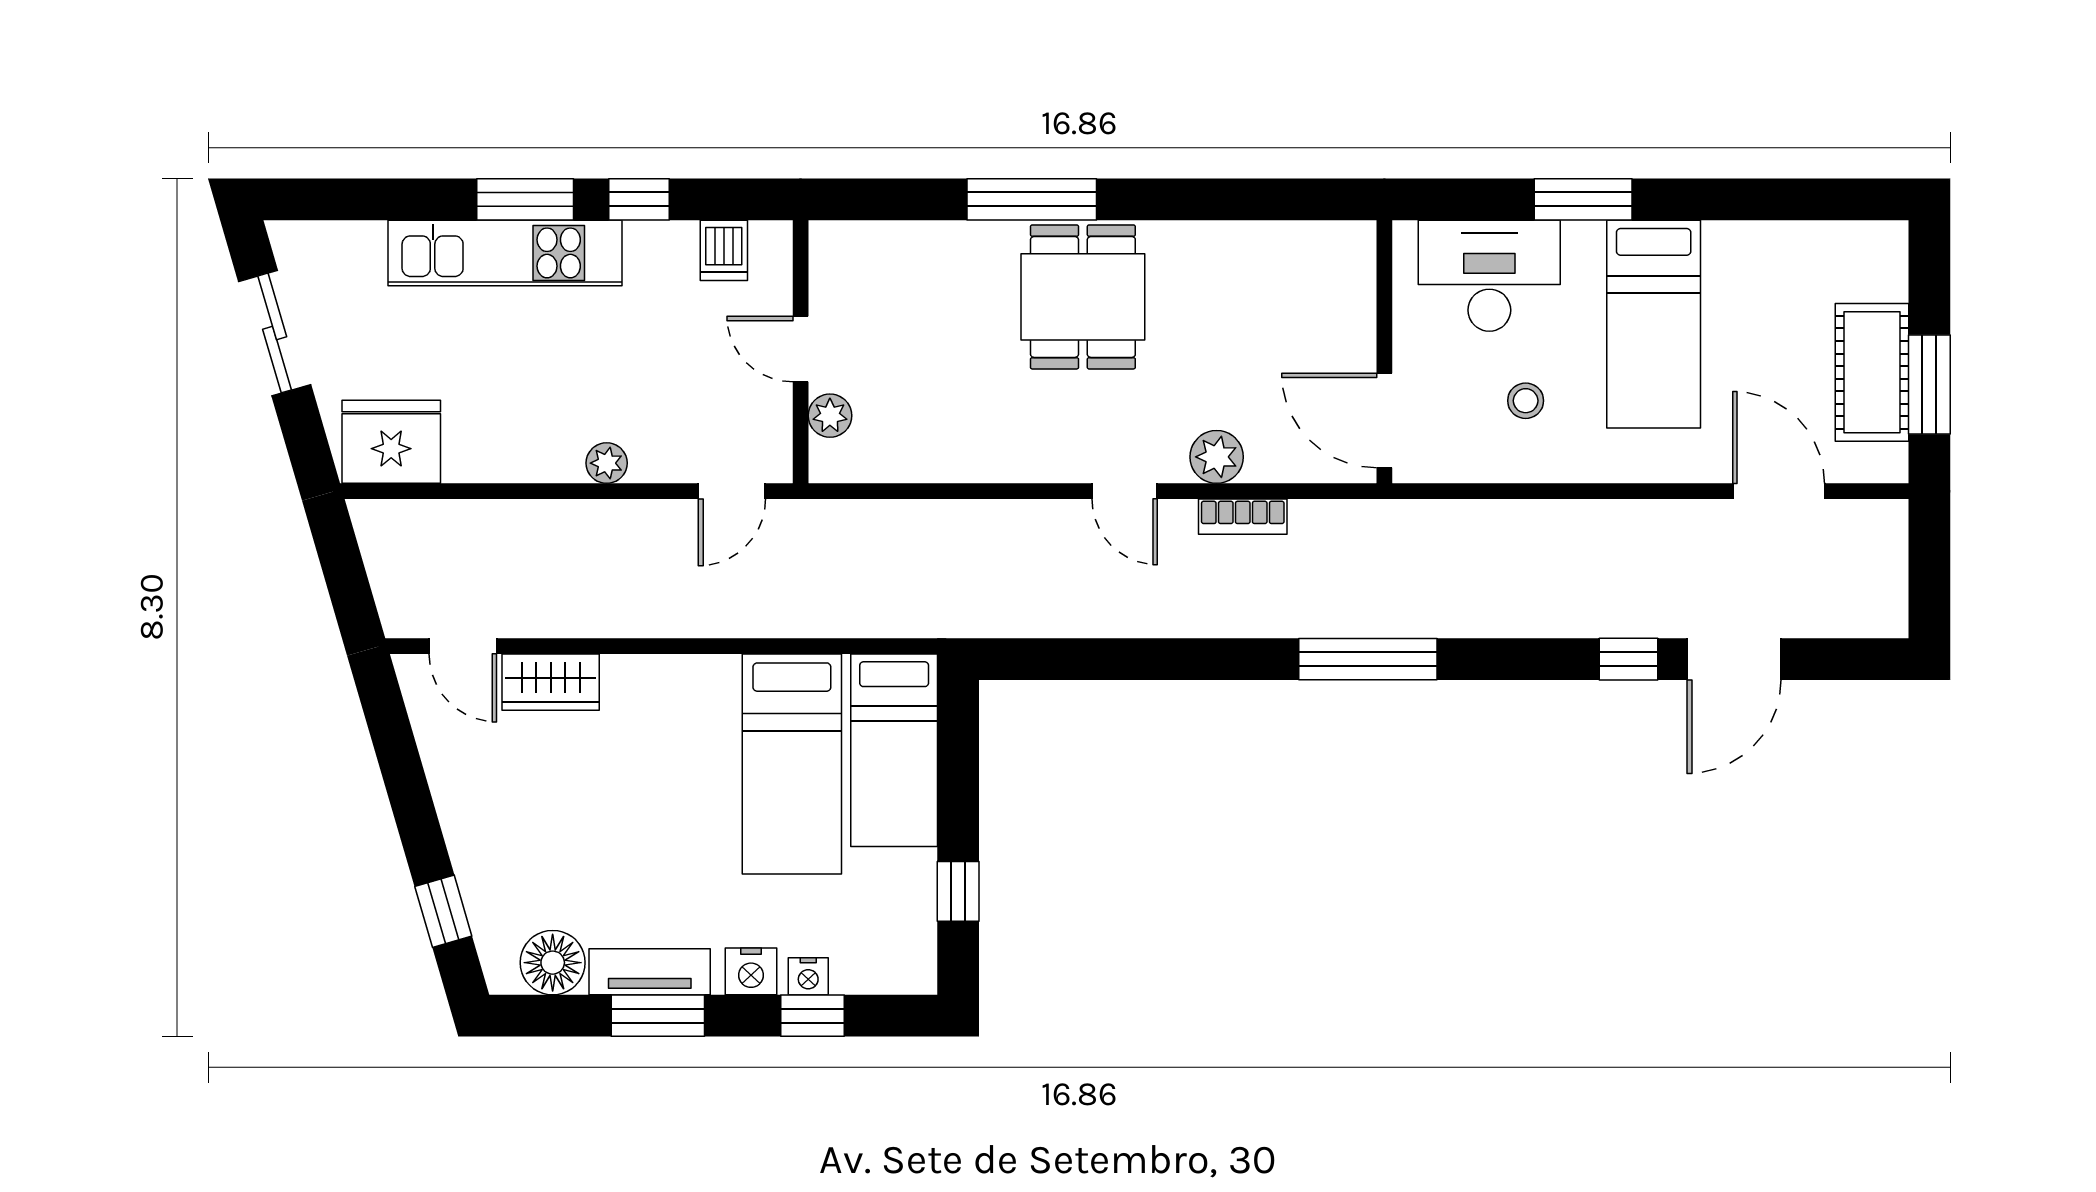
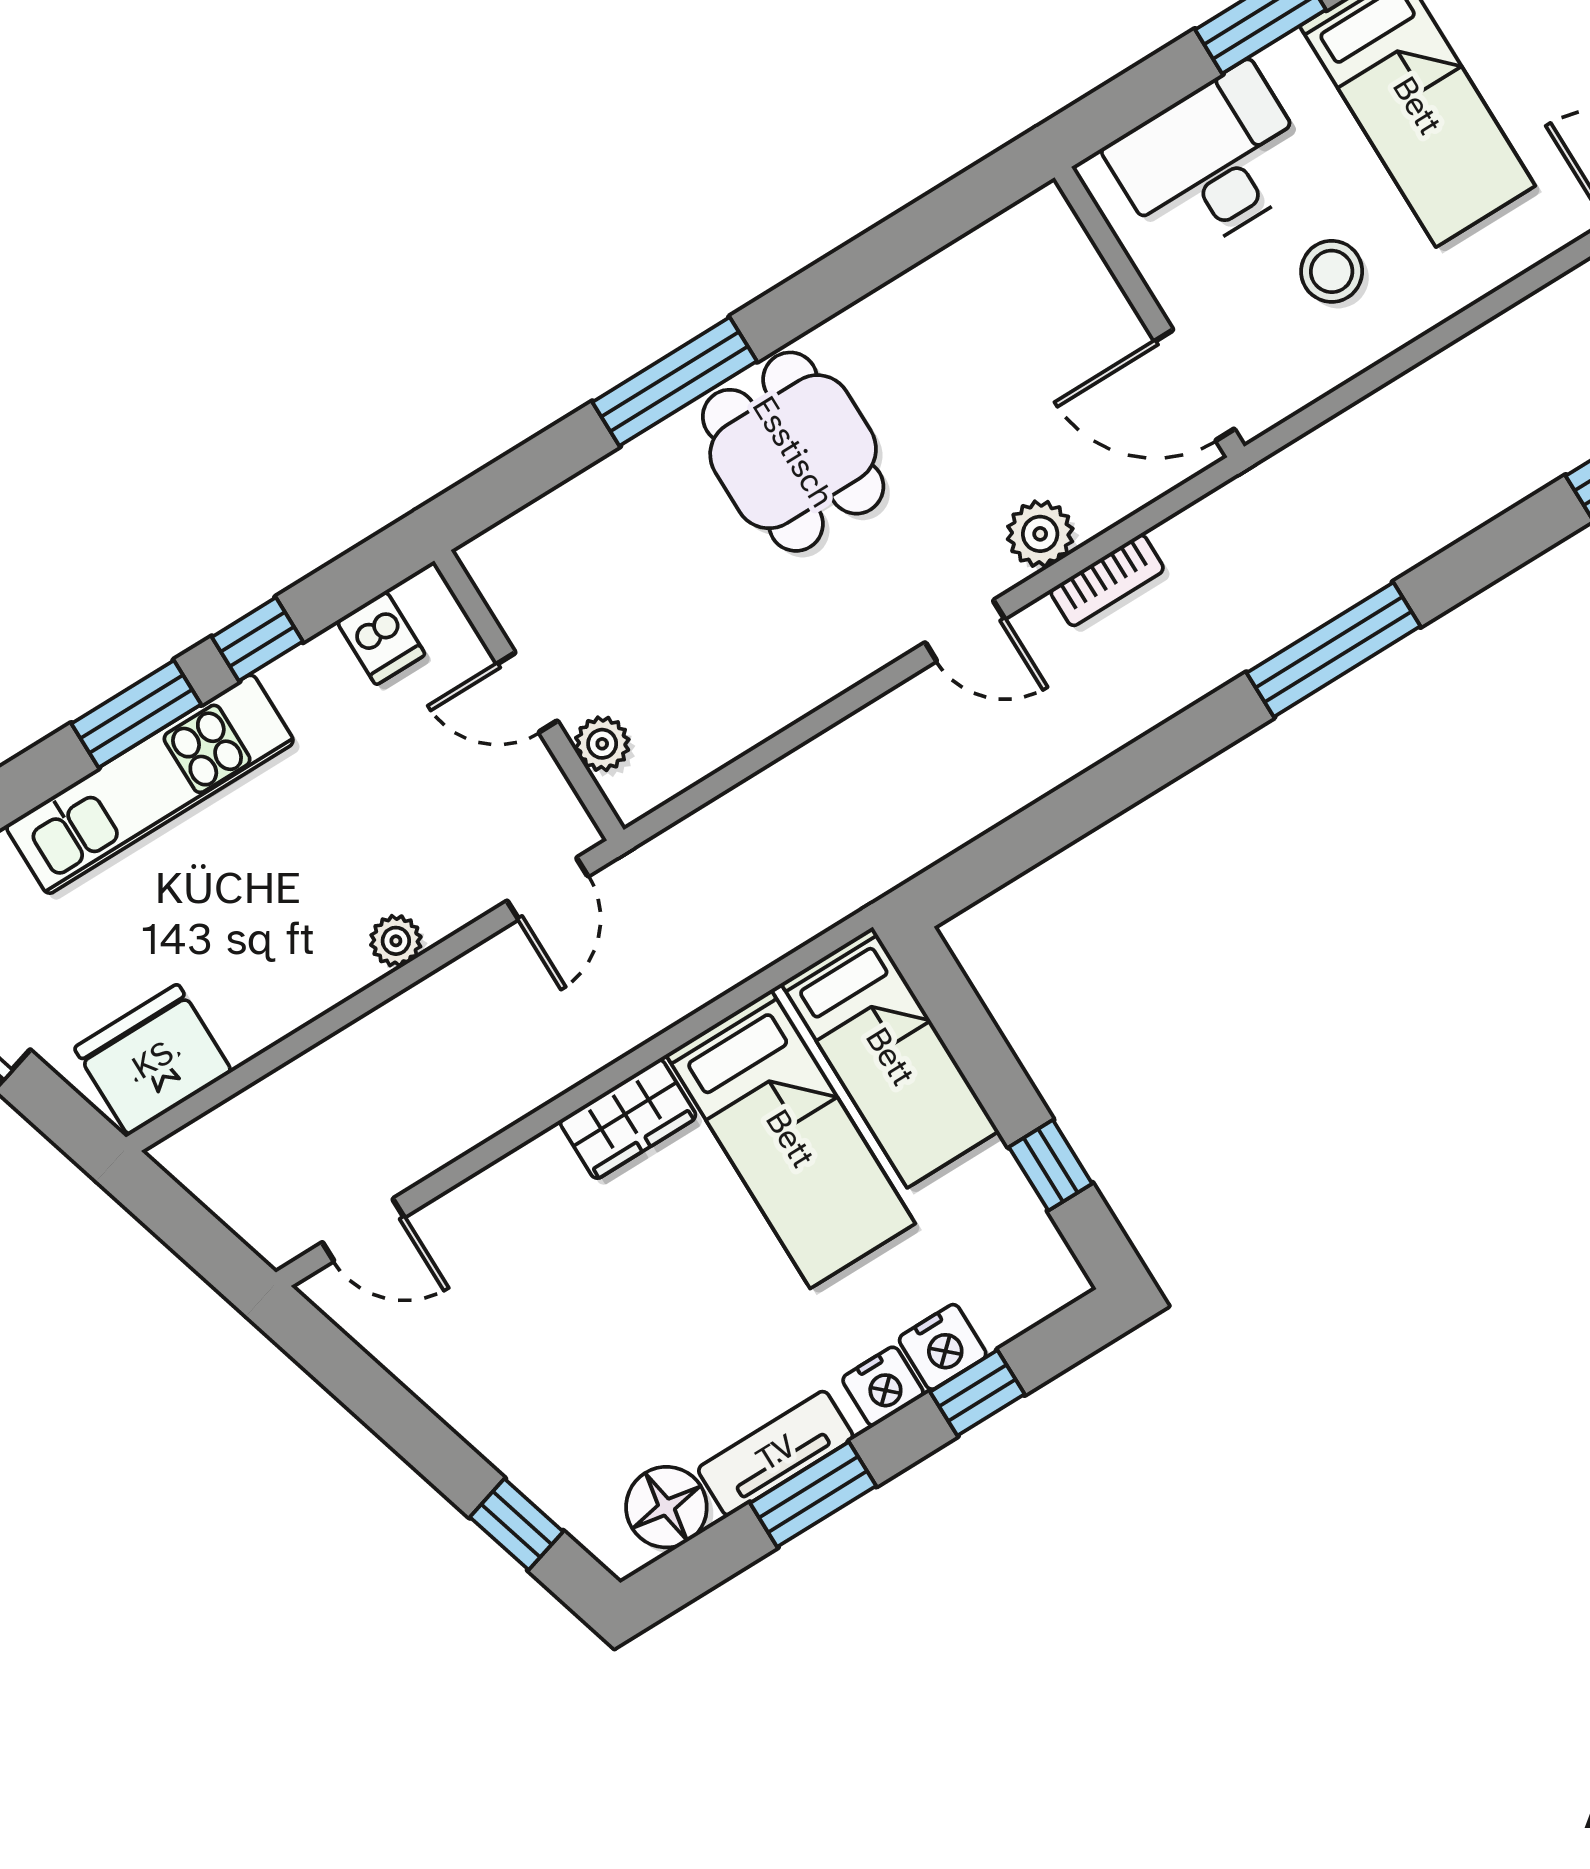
stool: (1526, 401) -> (1332, 271), width x1.37, depth x1.37
wardrobe: (551, 682) -> (628, 1119), moved
nightstand: (808, 976) -> (943, 1347), width x1.39, depth x1.35

